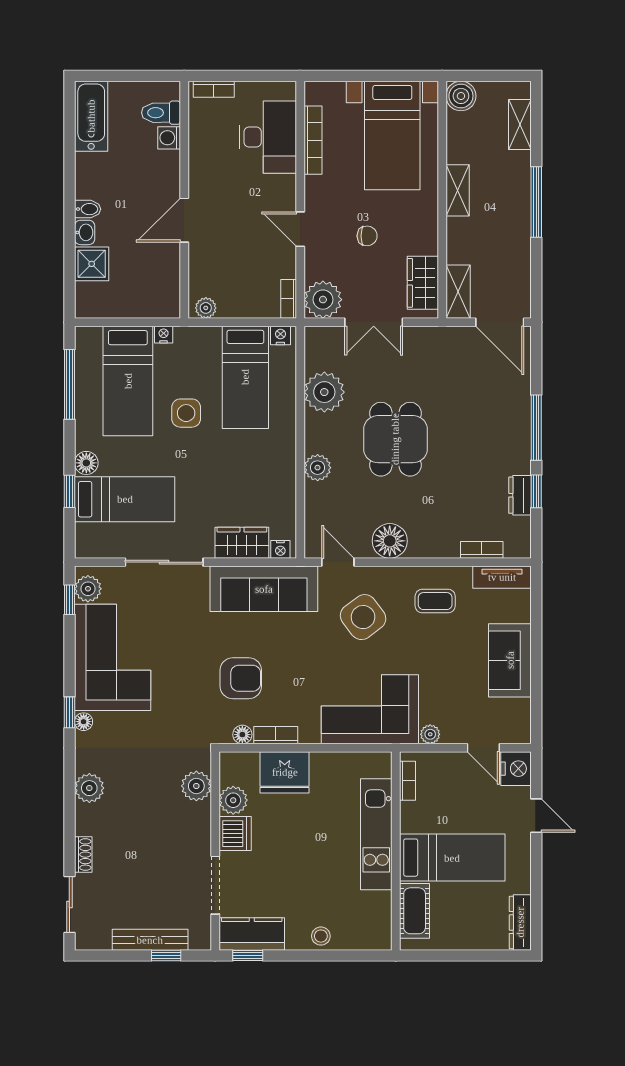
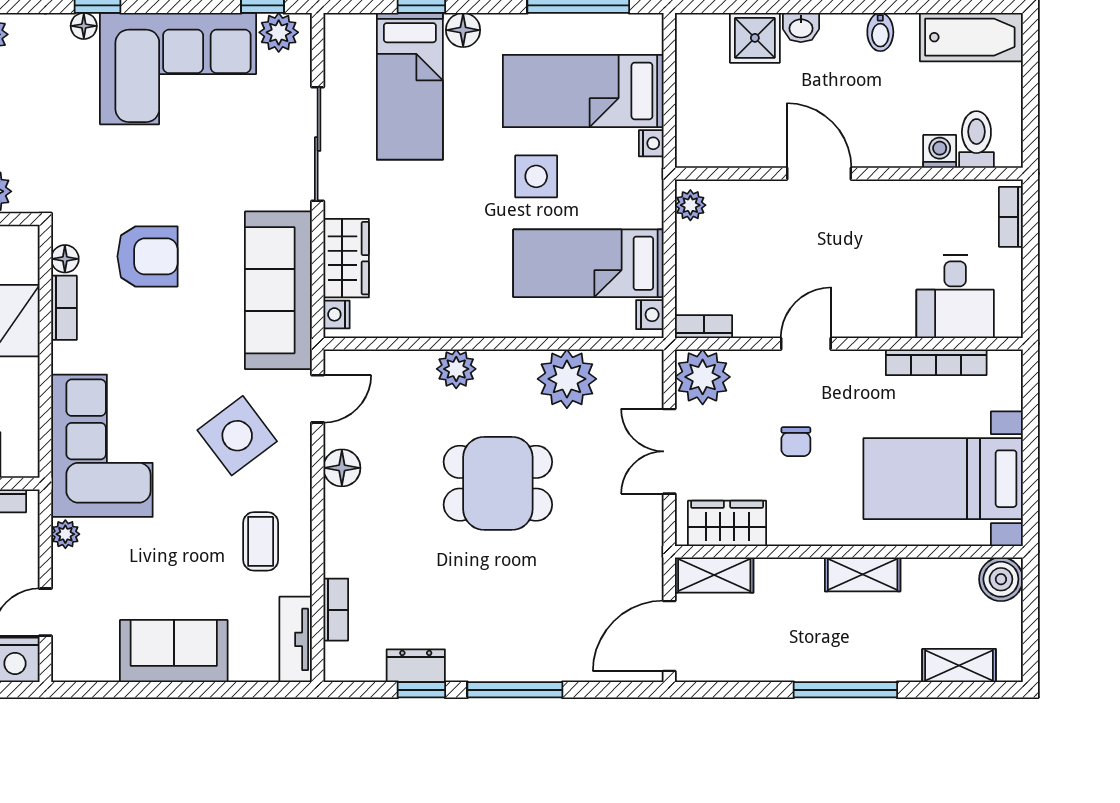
desk: (268, 137) -> (955, 296), width x0.73
bidet: (88, 209) -> (880, 32), moved
floor lamp: (390, 541) -> (342, 468), width x0.73, depth x0.73
armchair: (241, 678) -> (147, 256), turned -90

